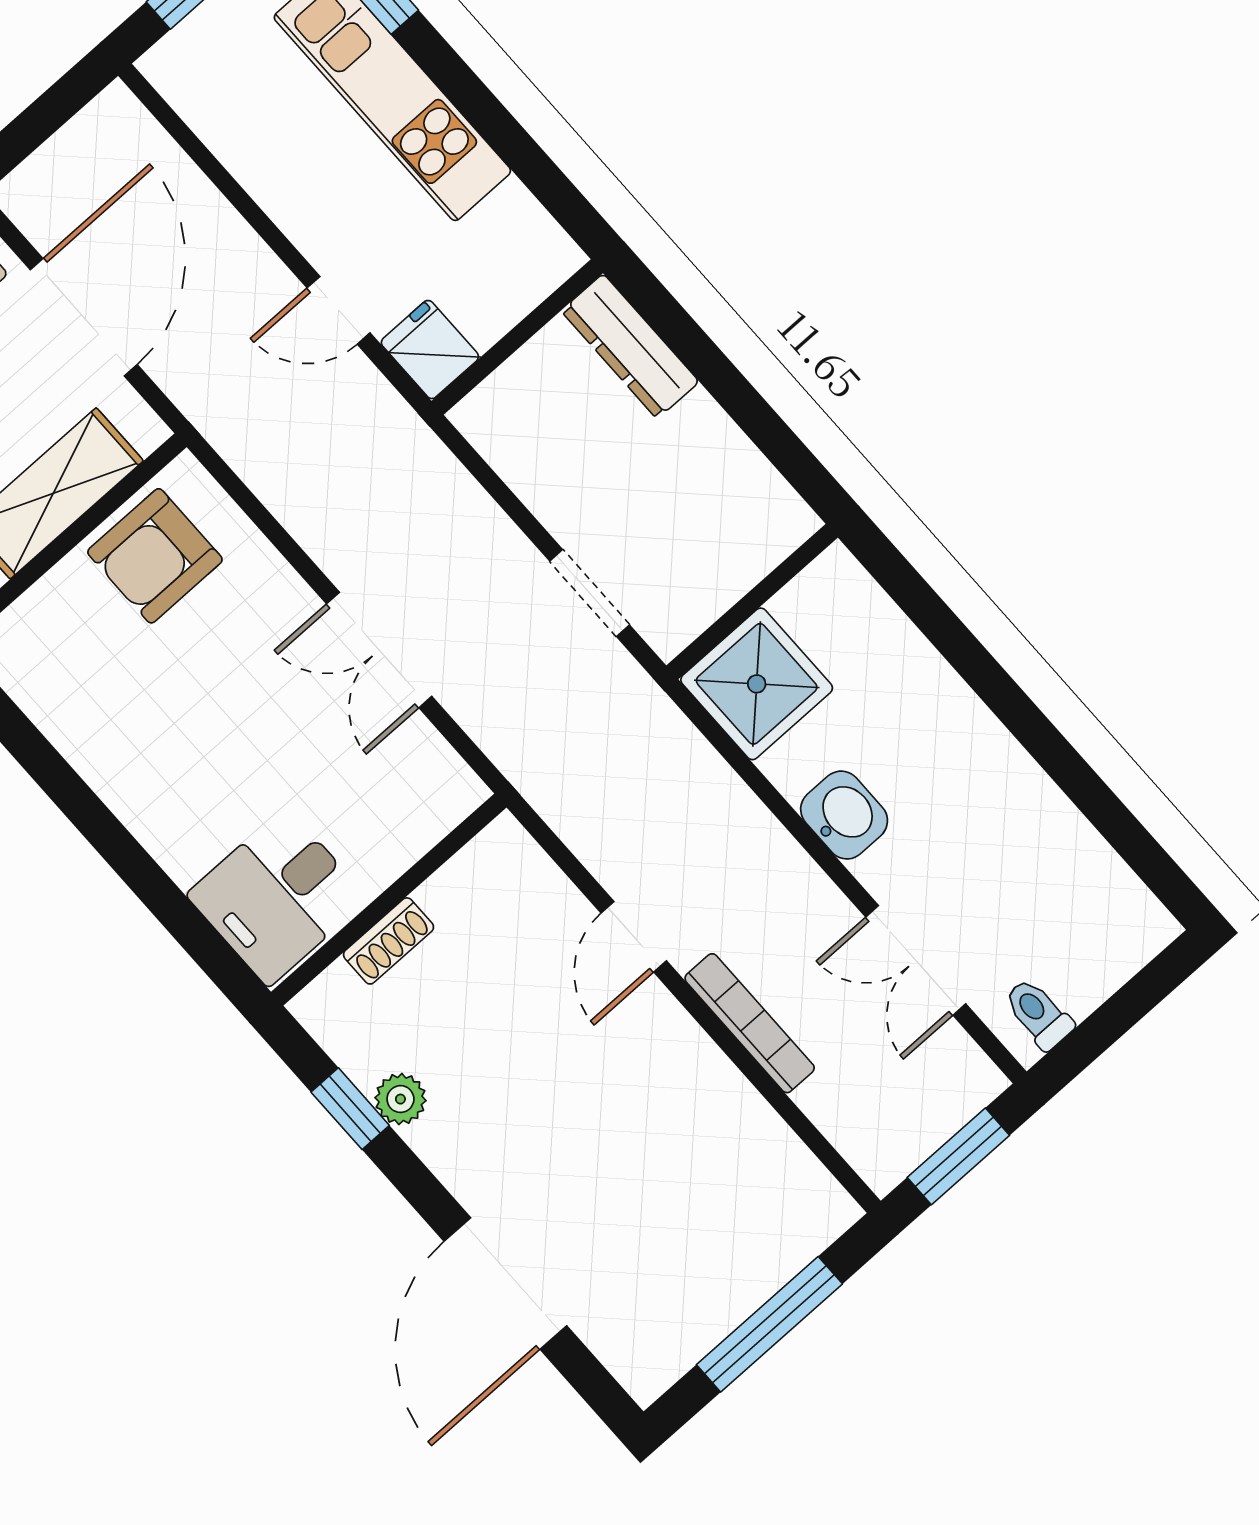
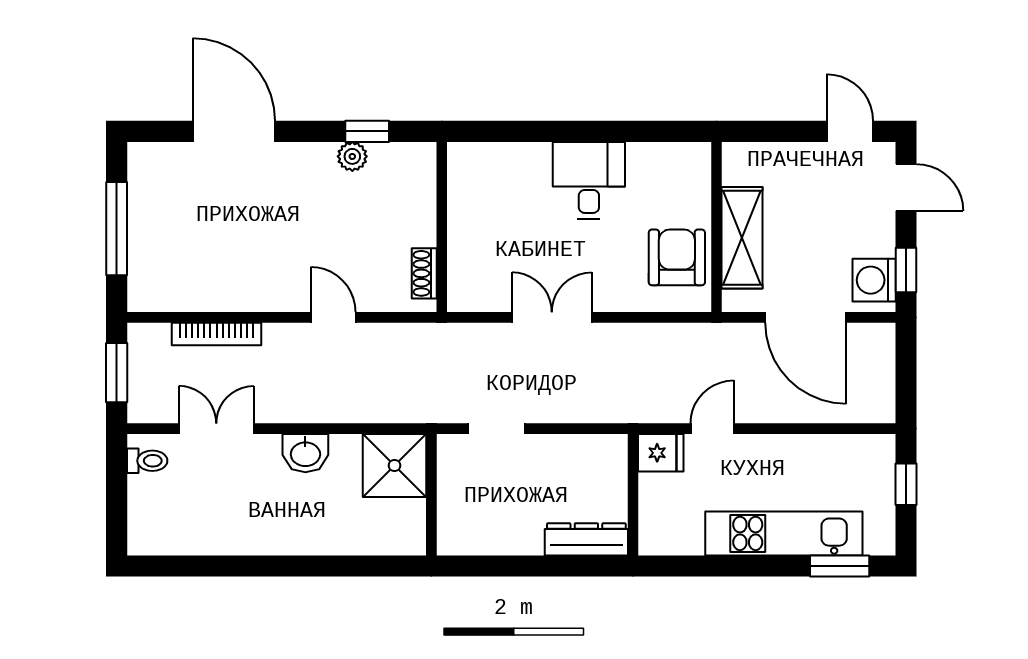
desk: (277, 897) -> (589, 181), moved
shoe rack: (389, 941) -> (424, 273), moved
bookcase: (750, 1023) -> (217, 334), moved

